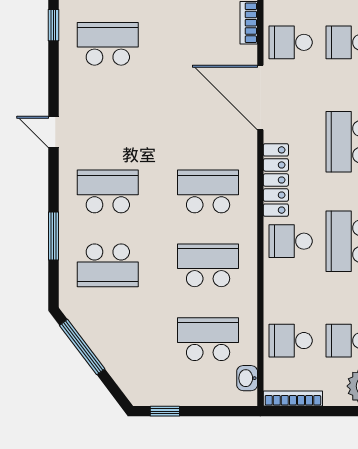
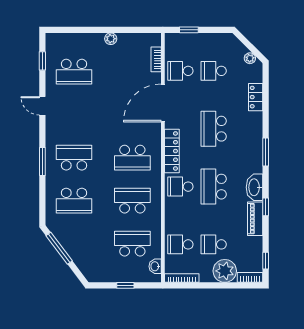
school desk: (108, 44) -> (74, 72), turned 180
door: (260, 97) -> (163, 103), hinge flipped
door: (53, 132) -> (42, 106), moved
school desk: (208, 191) -> (132, 158), turned 180
window: (53, 236) -> (42, 162), moved
window: (165, 411) -> (125, 285), moved

